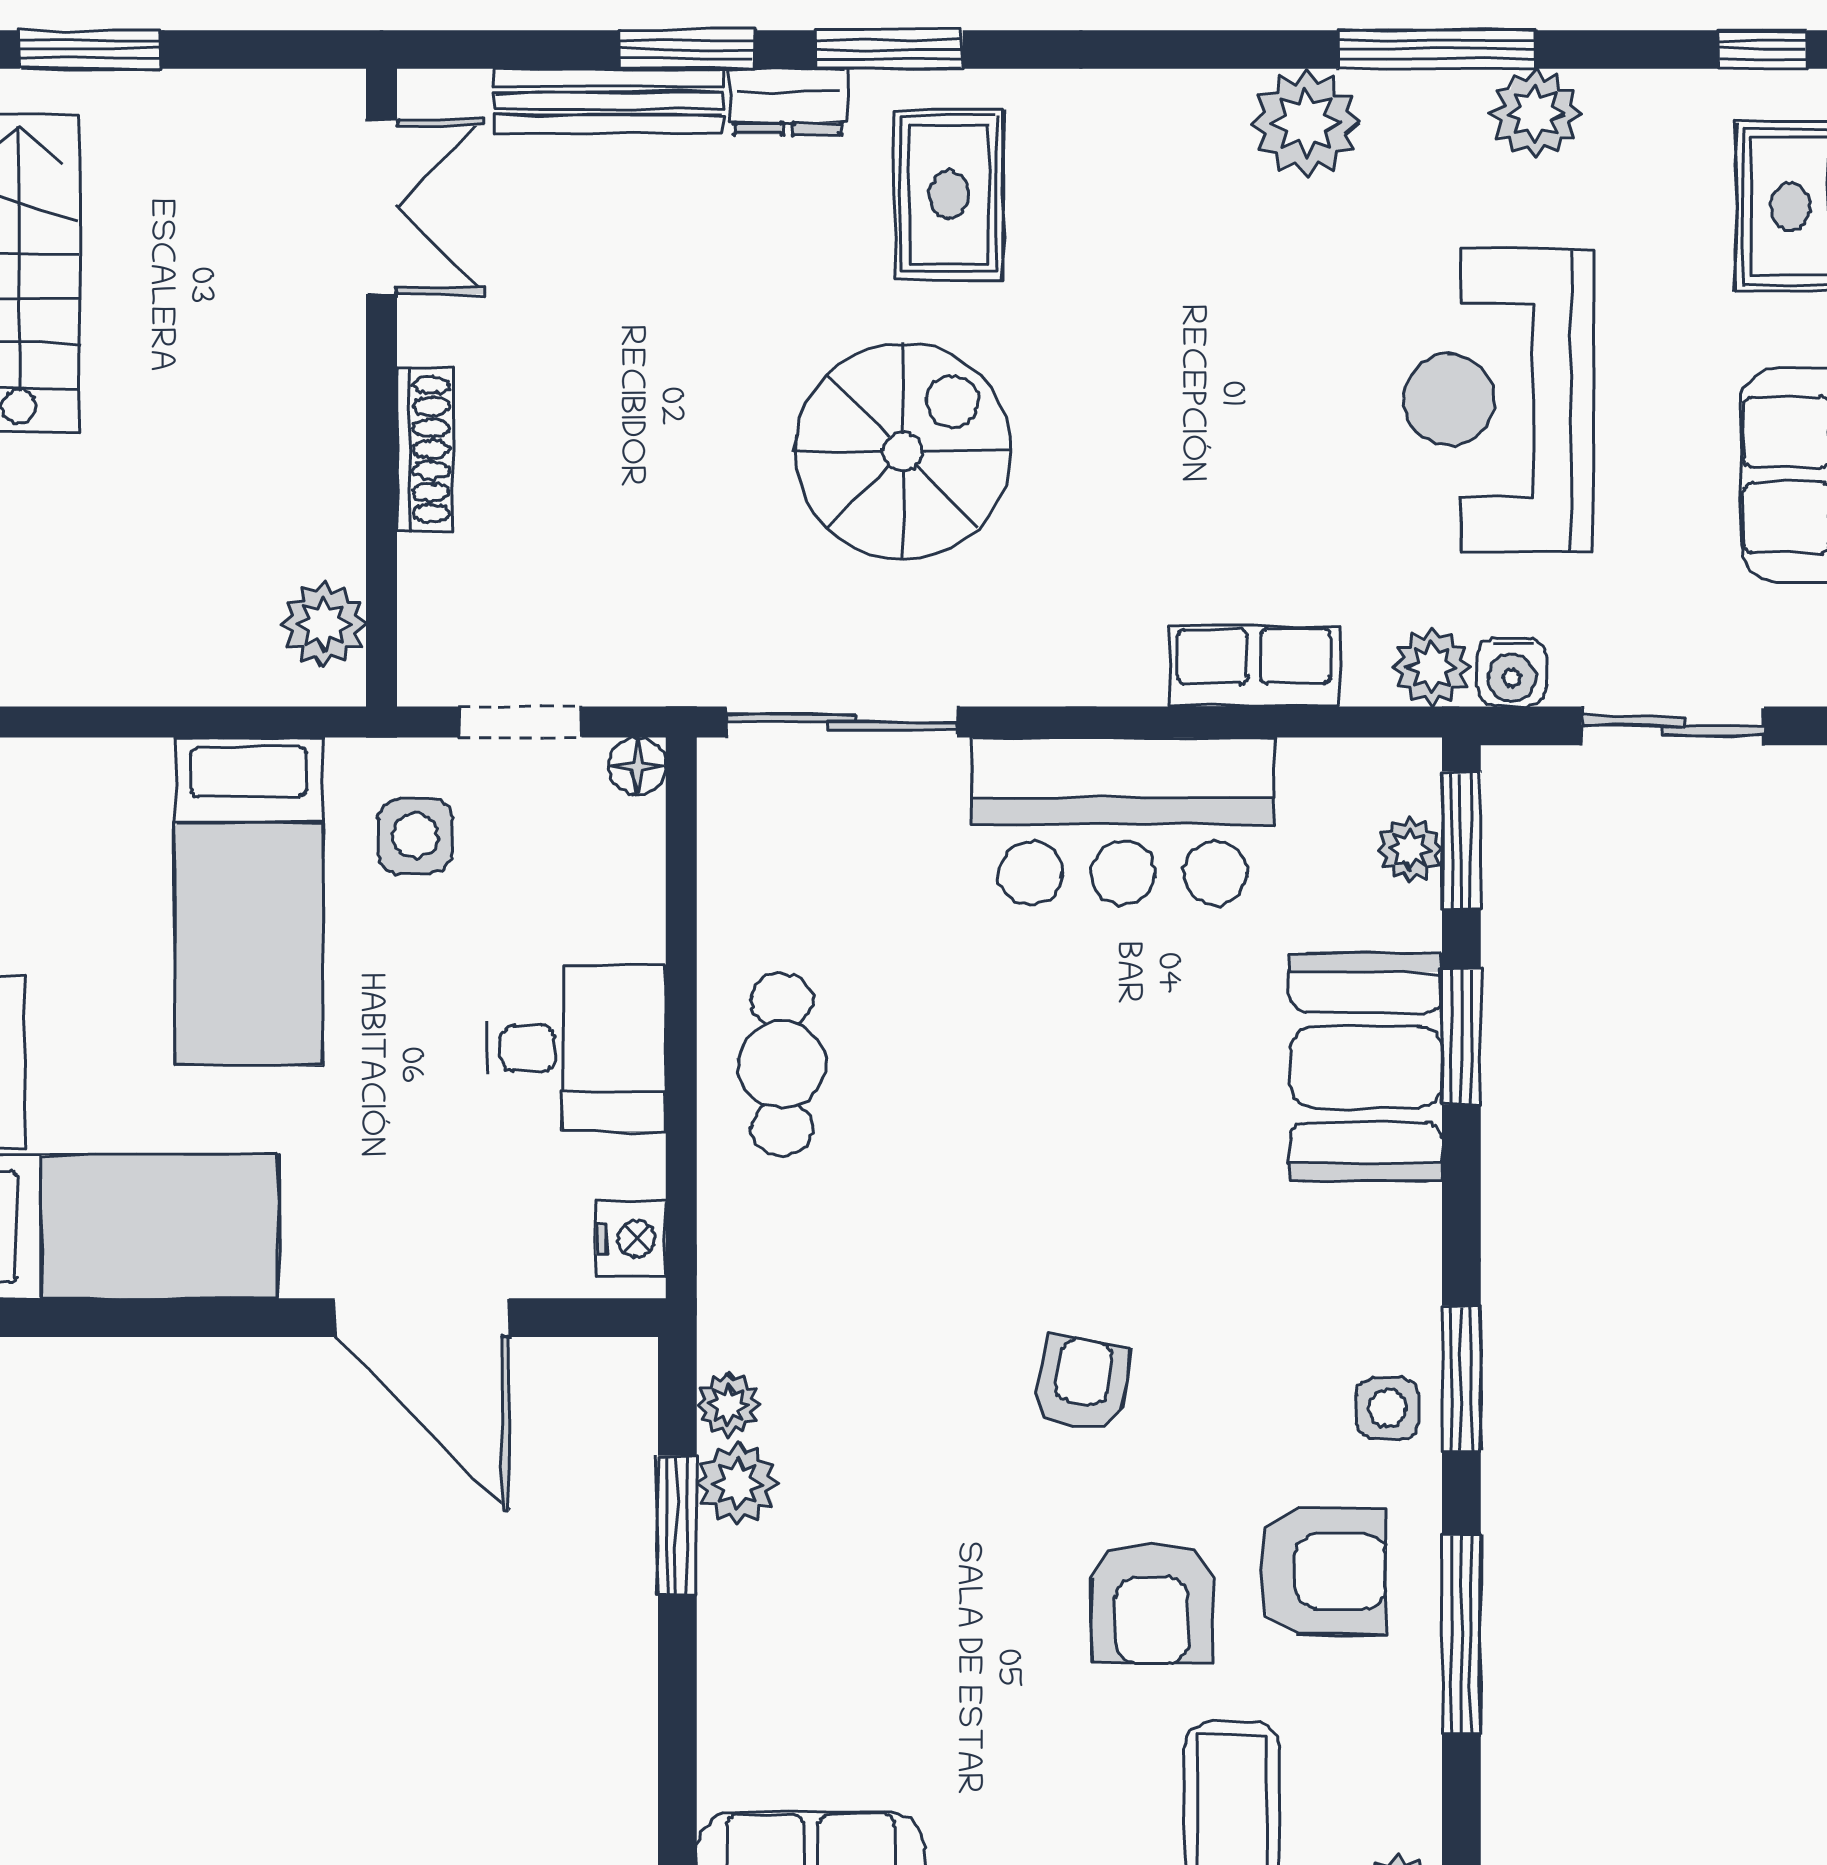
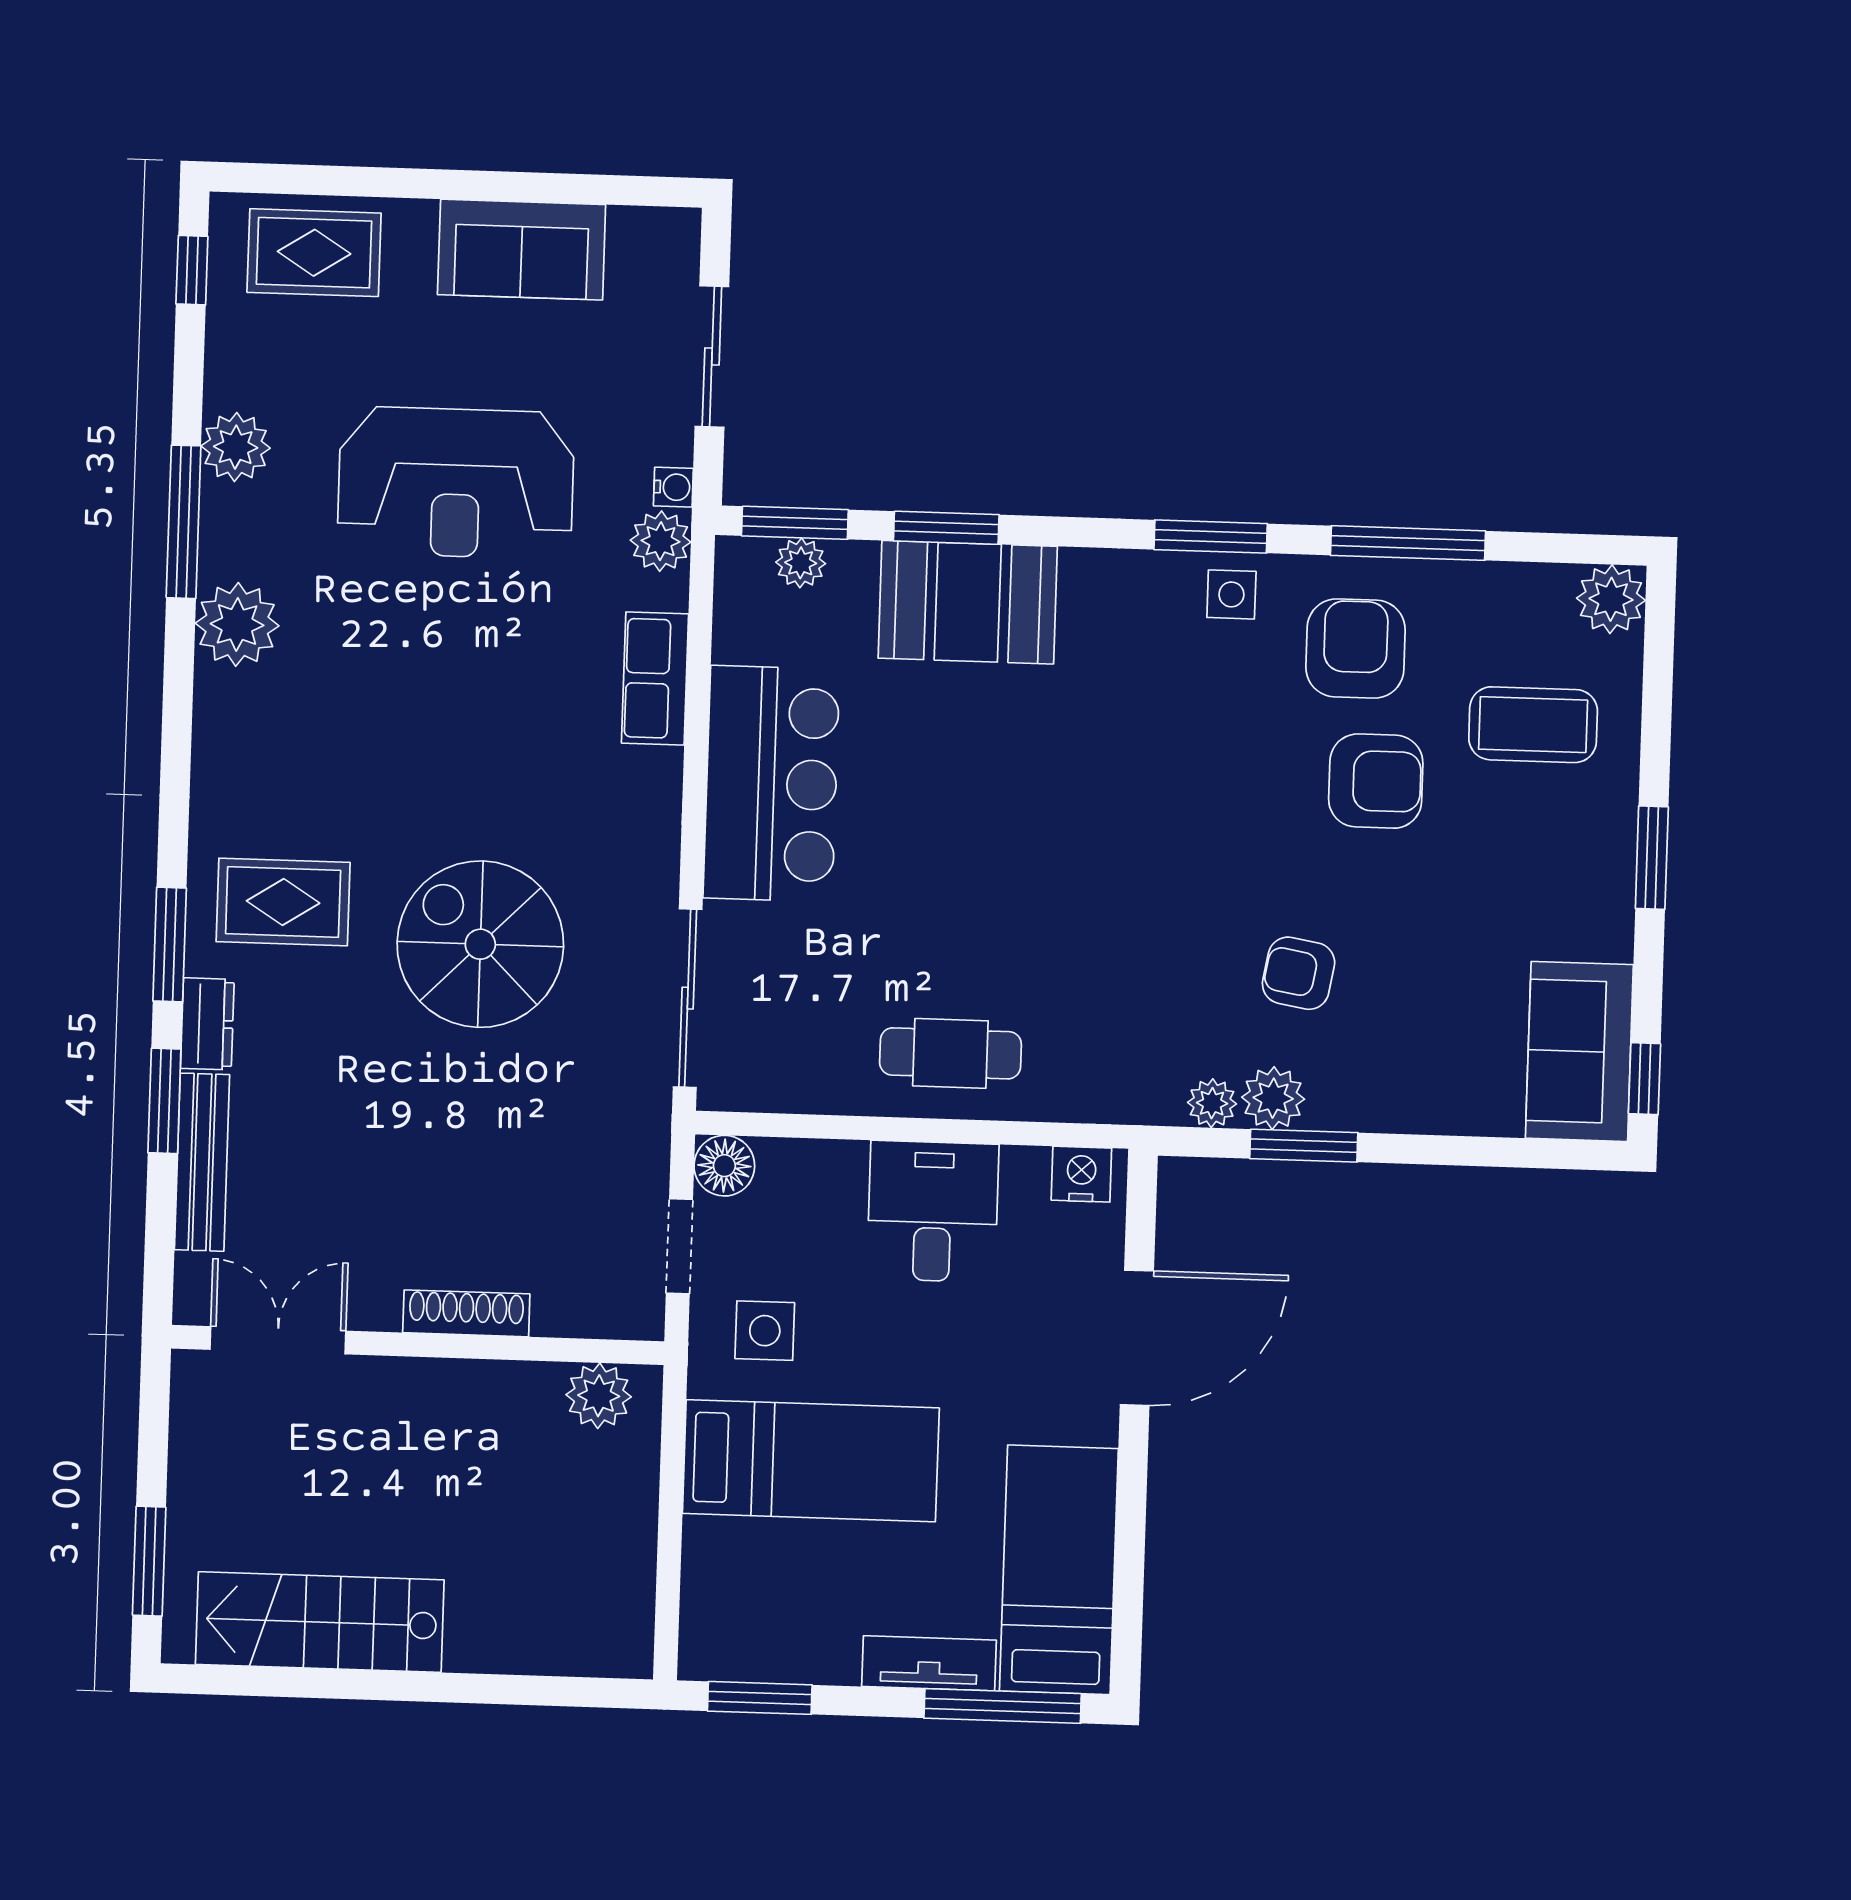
water cooler: (1512, 672) -> (673, 487), width x0.72, depth x0.72
floor lamp: (637, 766) -> (724, 1166), width x1.37, depth x1.37
armchair: (1082, 1384) -> (1299, 973), moved

